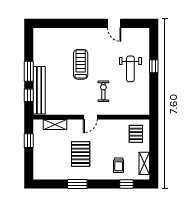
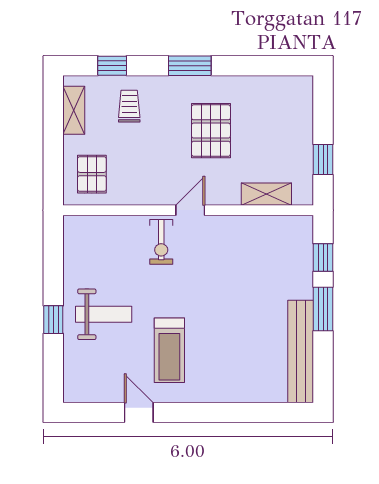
treadmill: (81, 64) -> (169, 350), moved
weight bench: (130, 69) -> (104, 314), turned 90
bench: (39, 90) -> (301, 352), moved
exercise bike: (103, 91) -> (161, 242), moved
window: (77, 184) -> (190, 66), moved

